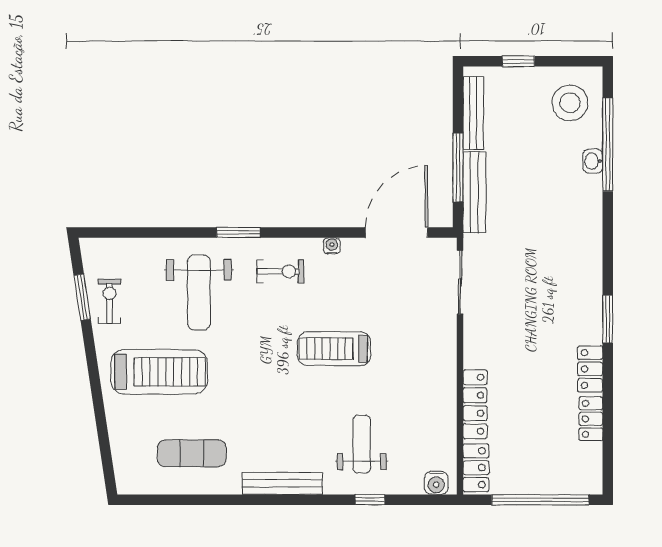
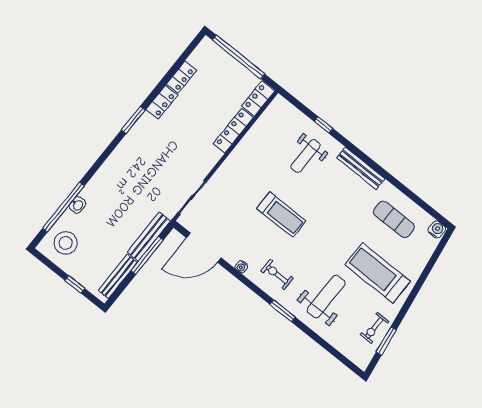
water cooler: (436, 483) -> (437, 230), moved

